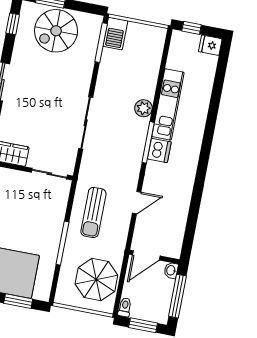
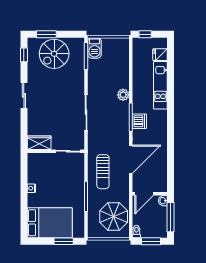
fridge: (210, 45) -> (160, 55), moved
kitchen unit: (168, 104) -> (160, 85), moved, turned 180
door: (137, 203) -> (131, 159), width x1.88

